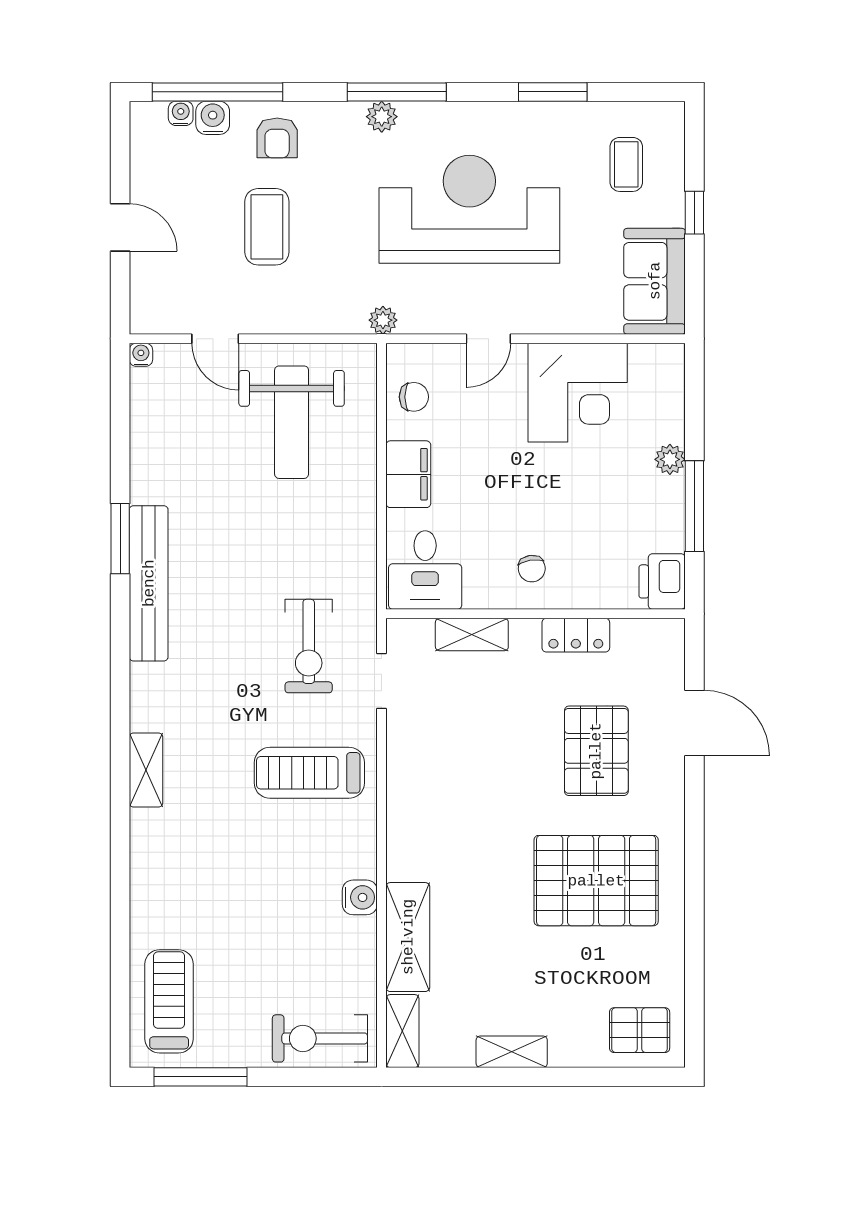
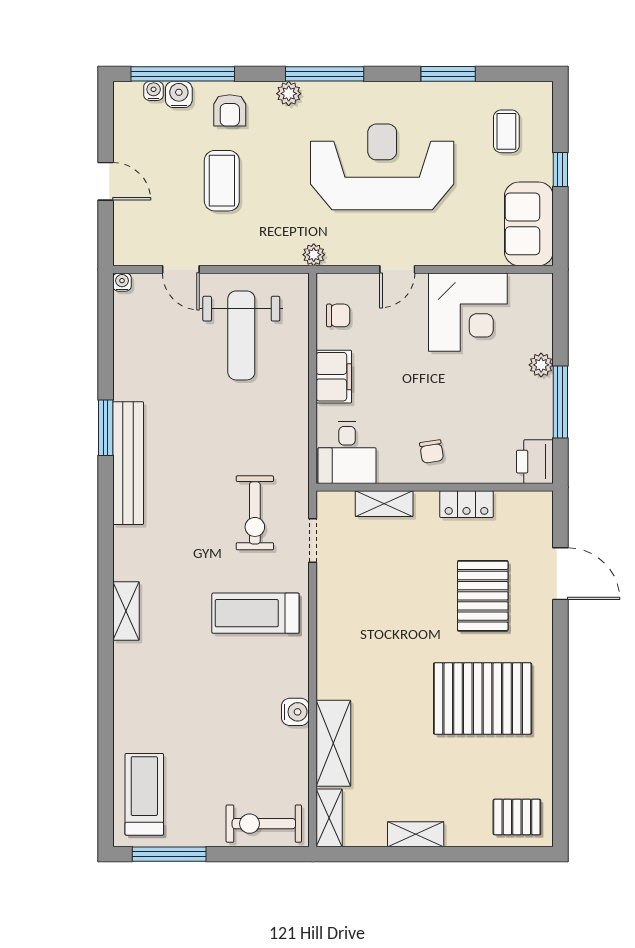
plant: (382, 117) -> (289, 94), moved

